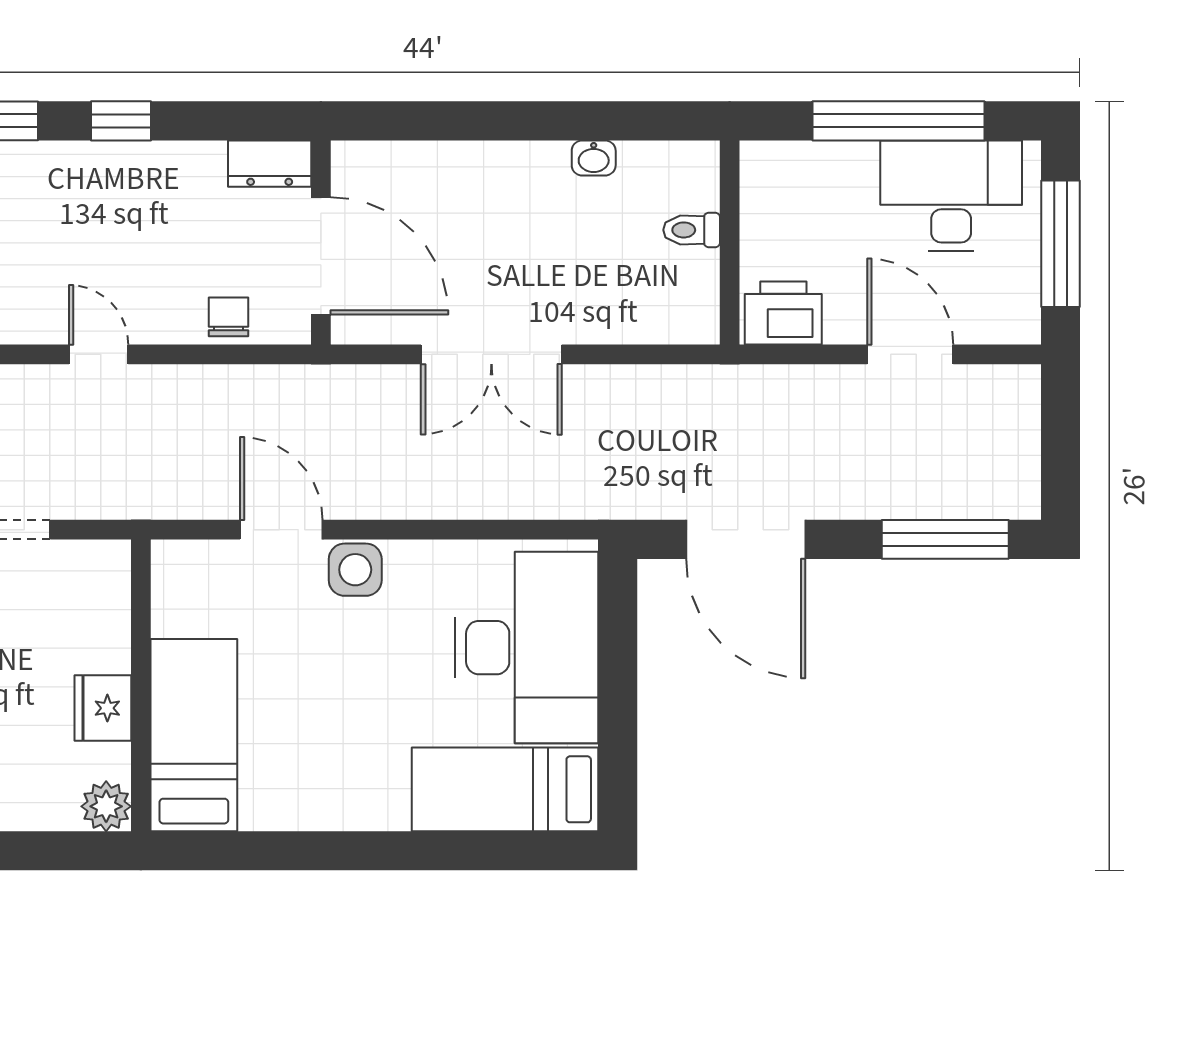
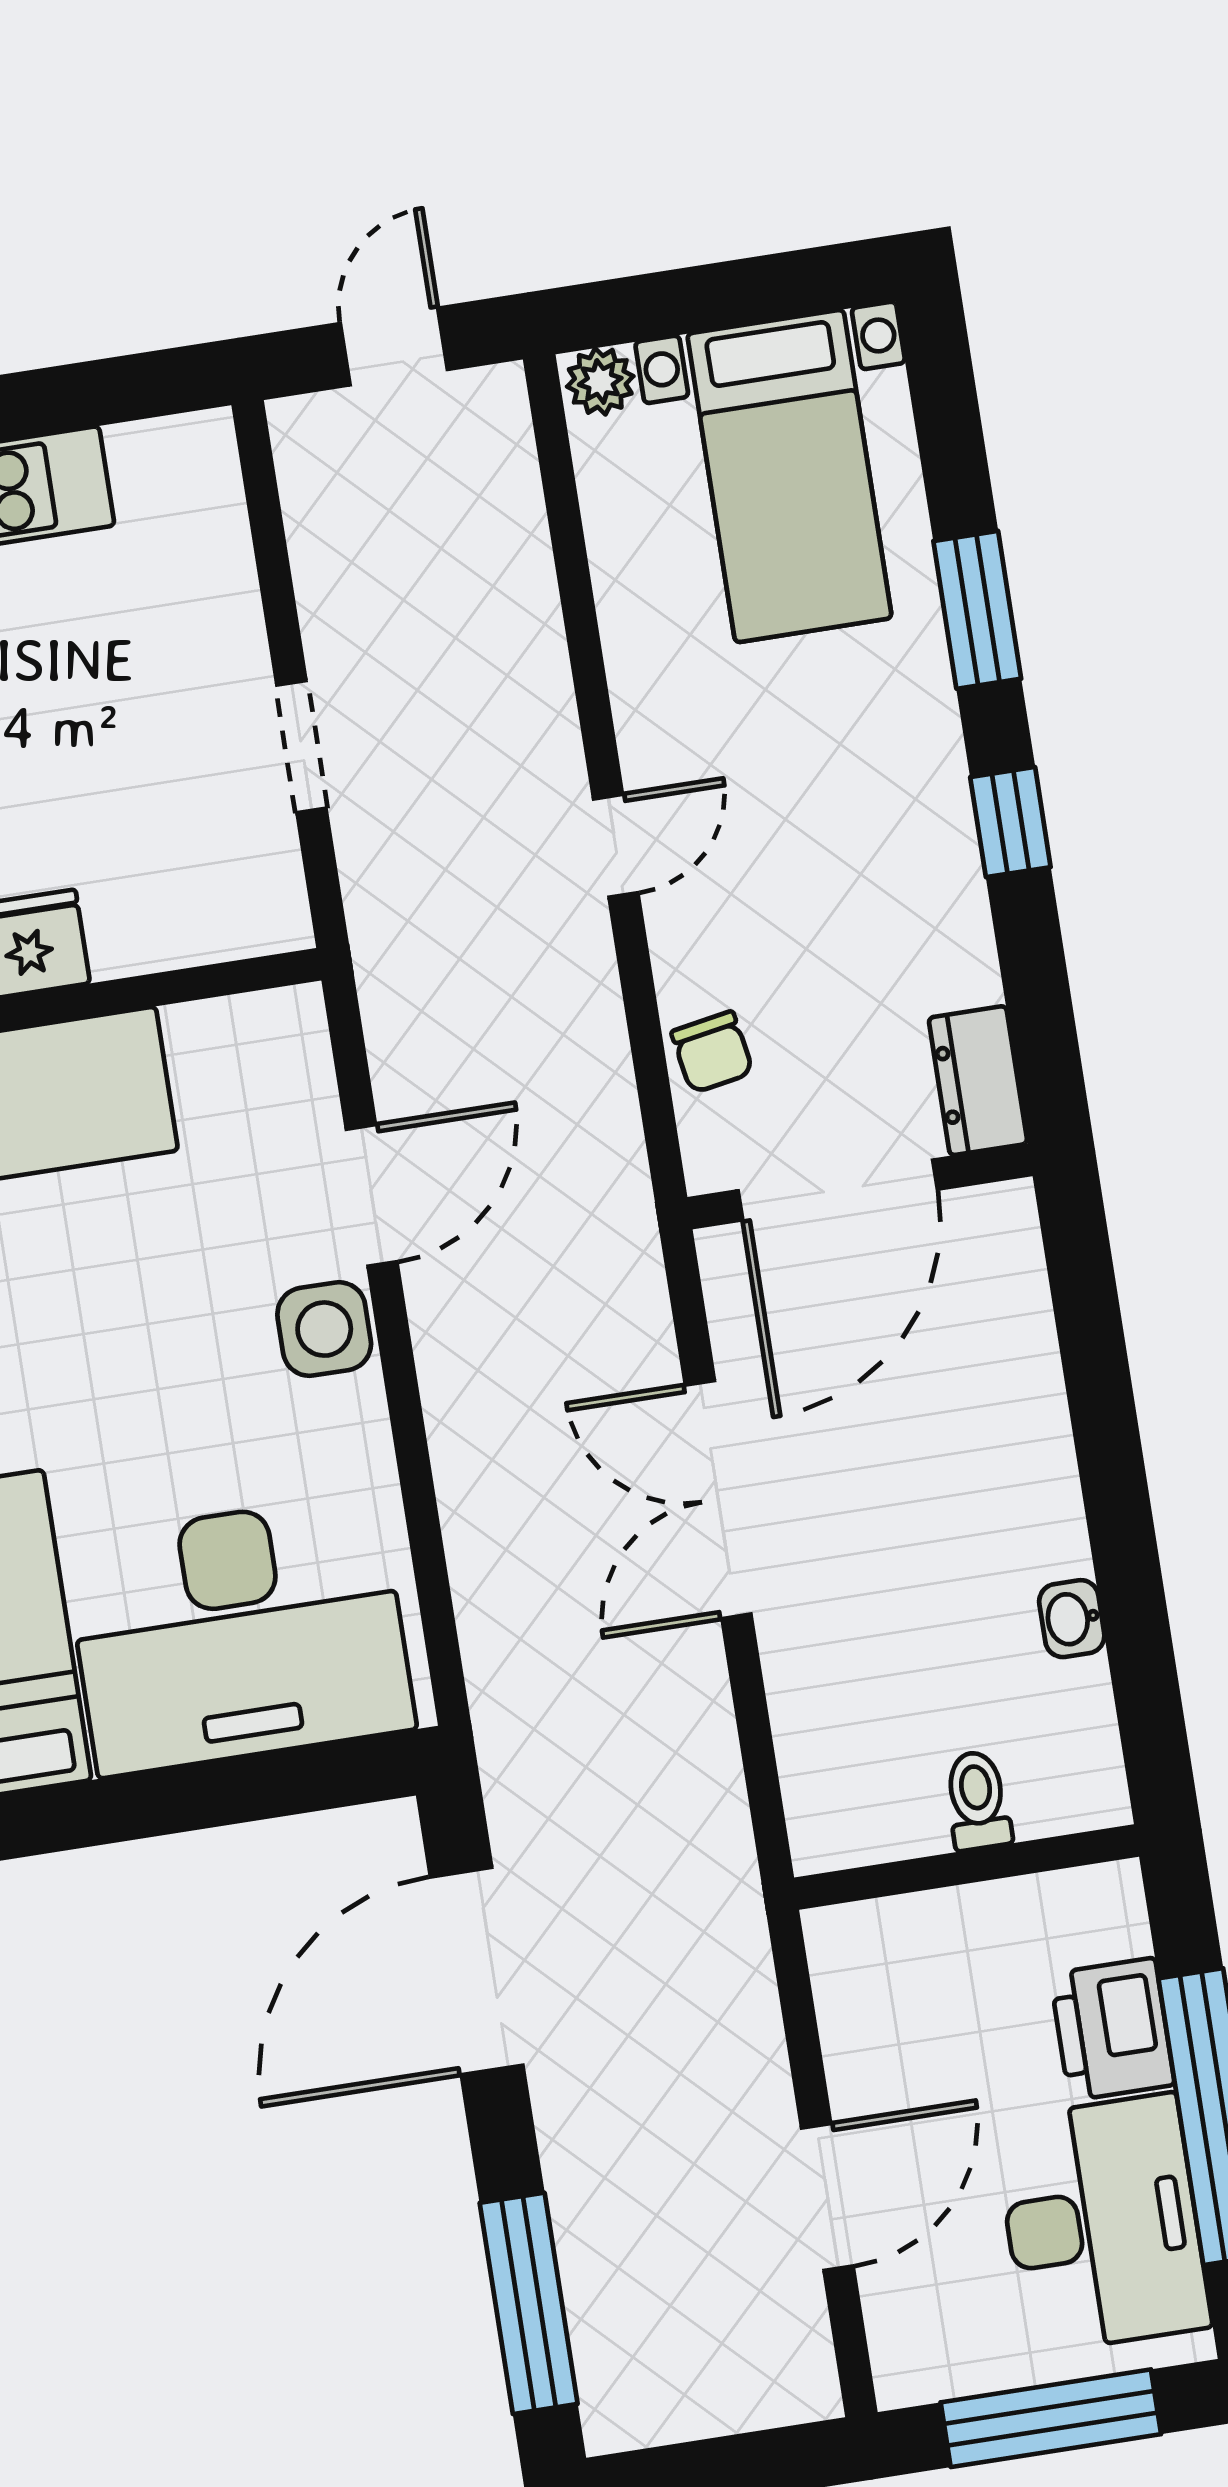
printer: (783, 313) -> (1112, 2029), moved, turned 180
chair: (229, 317) -> (712, 1052), turned 80

